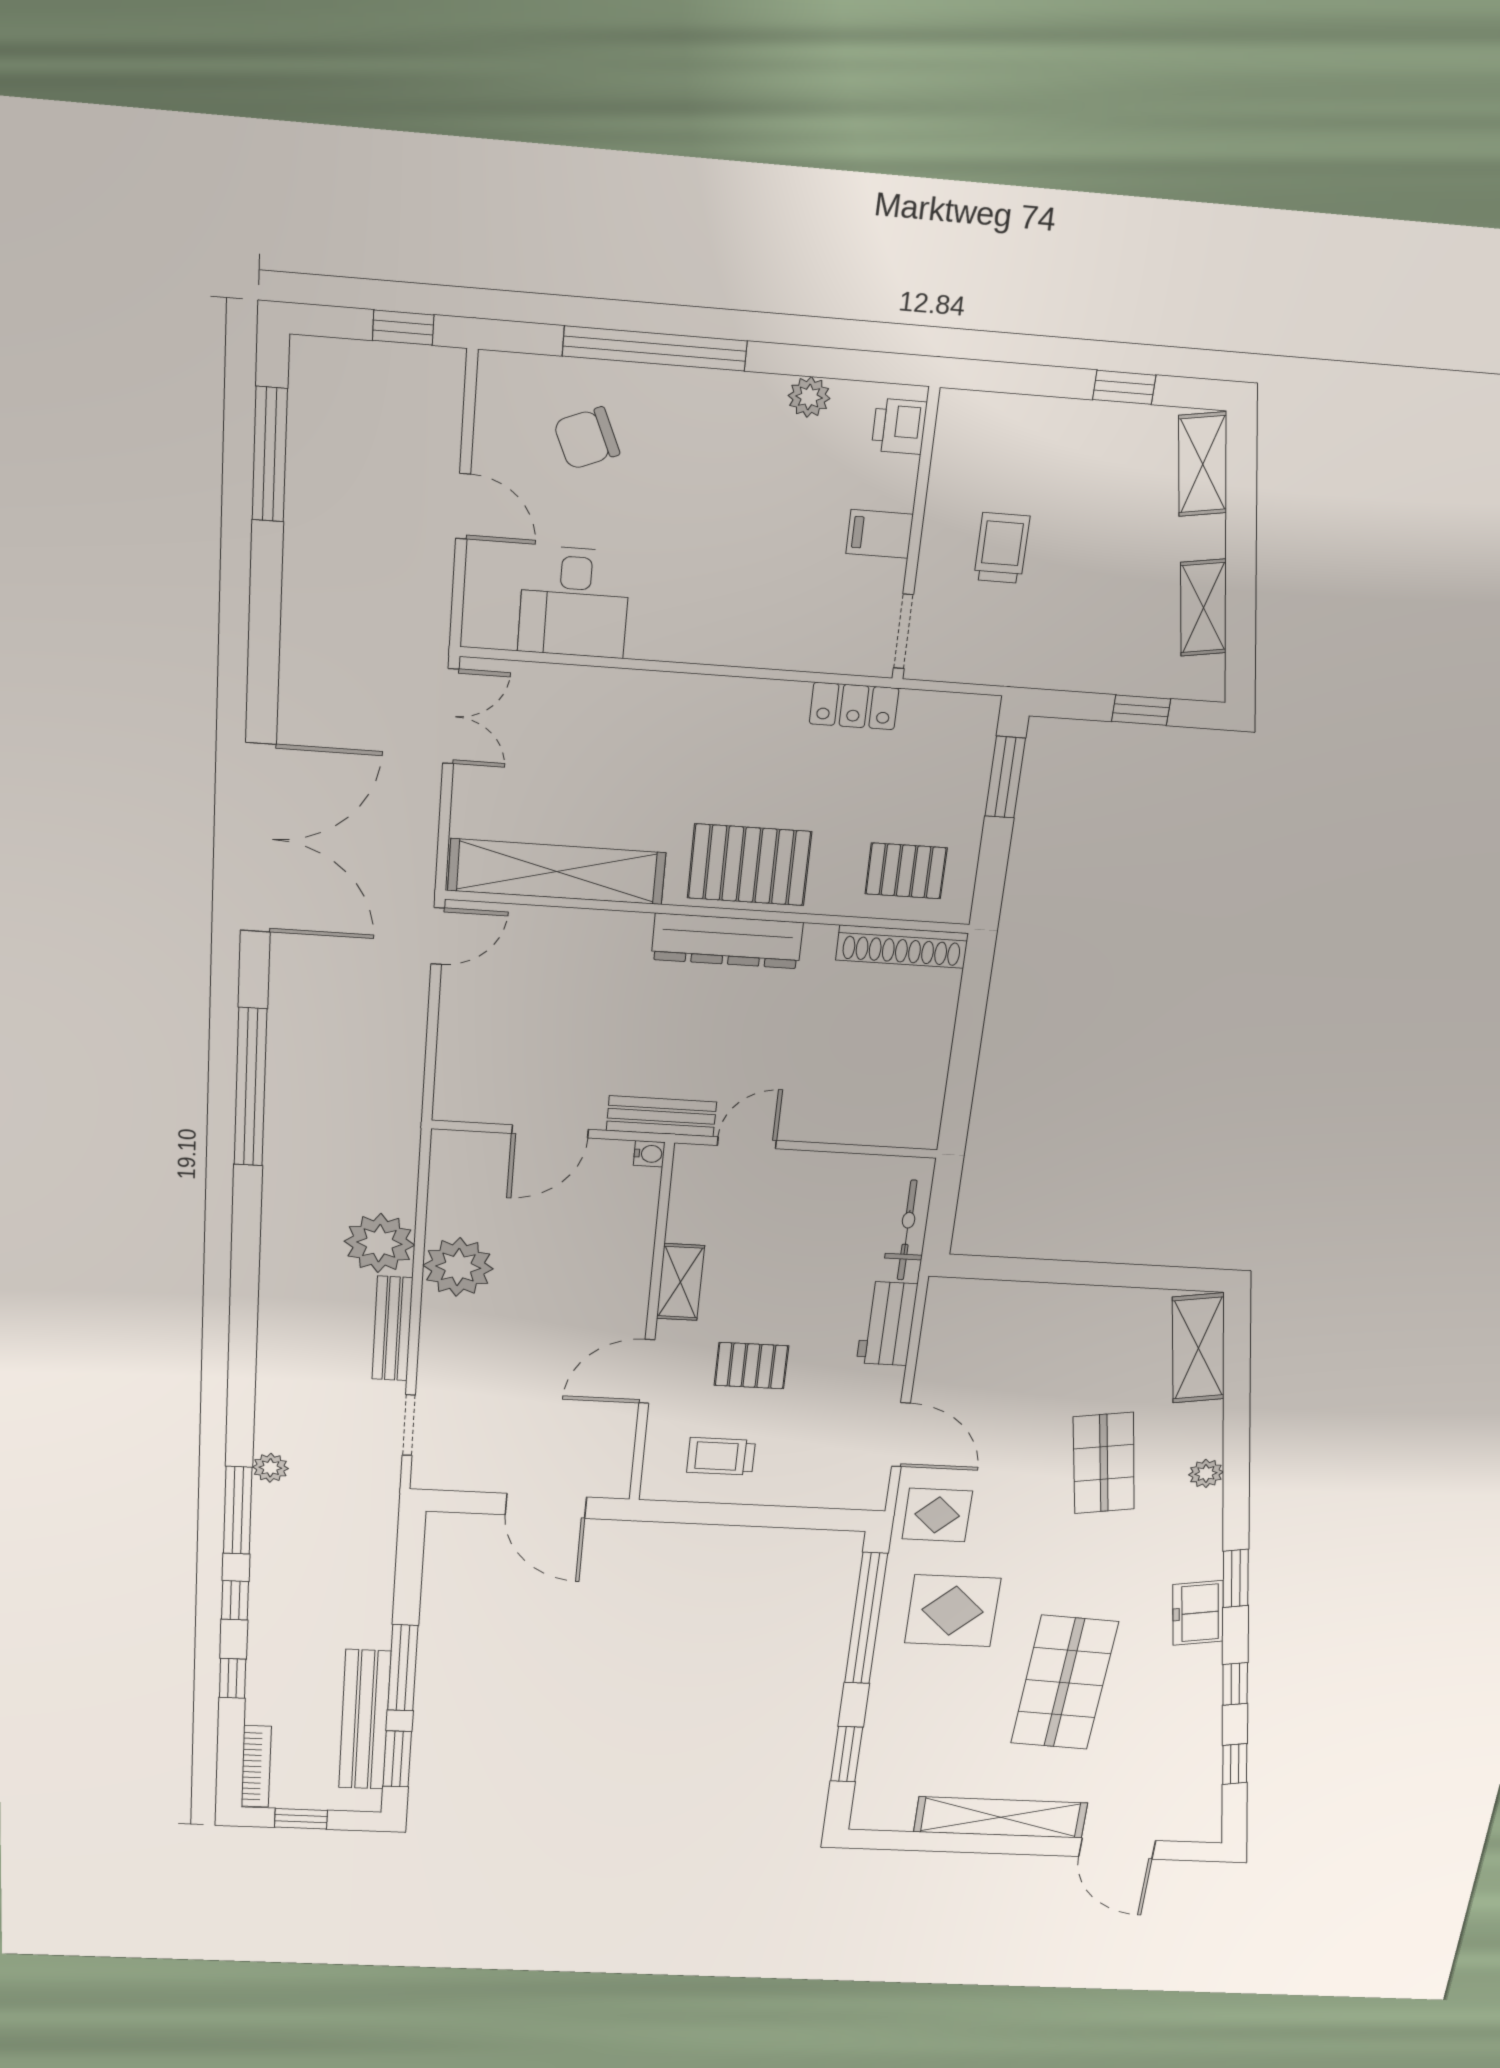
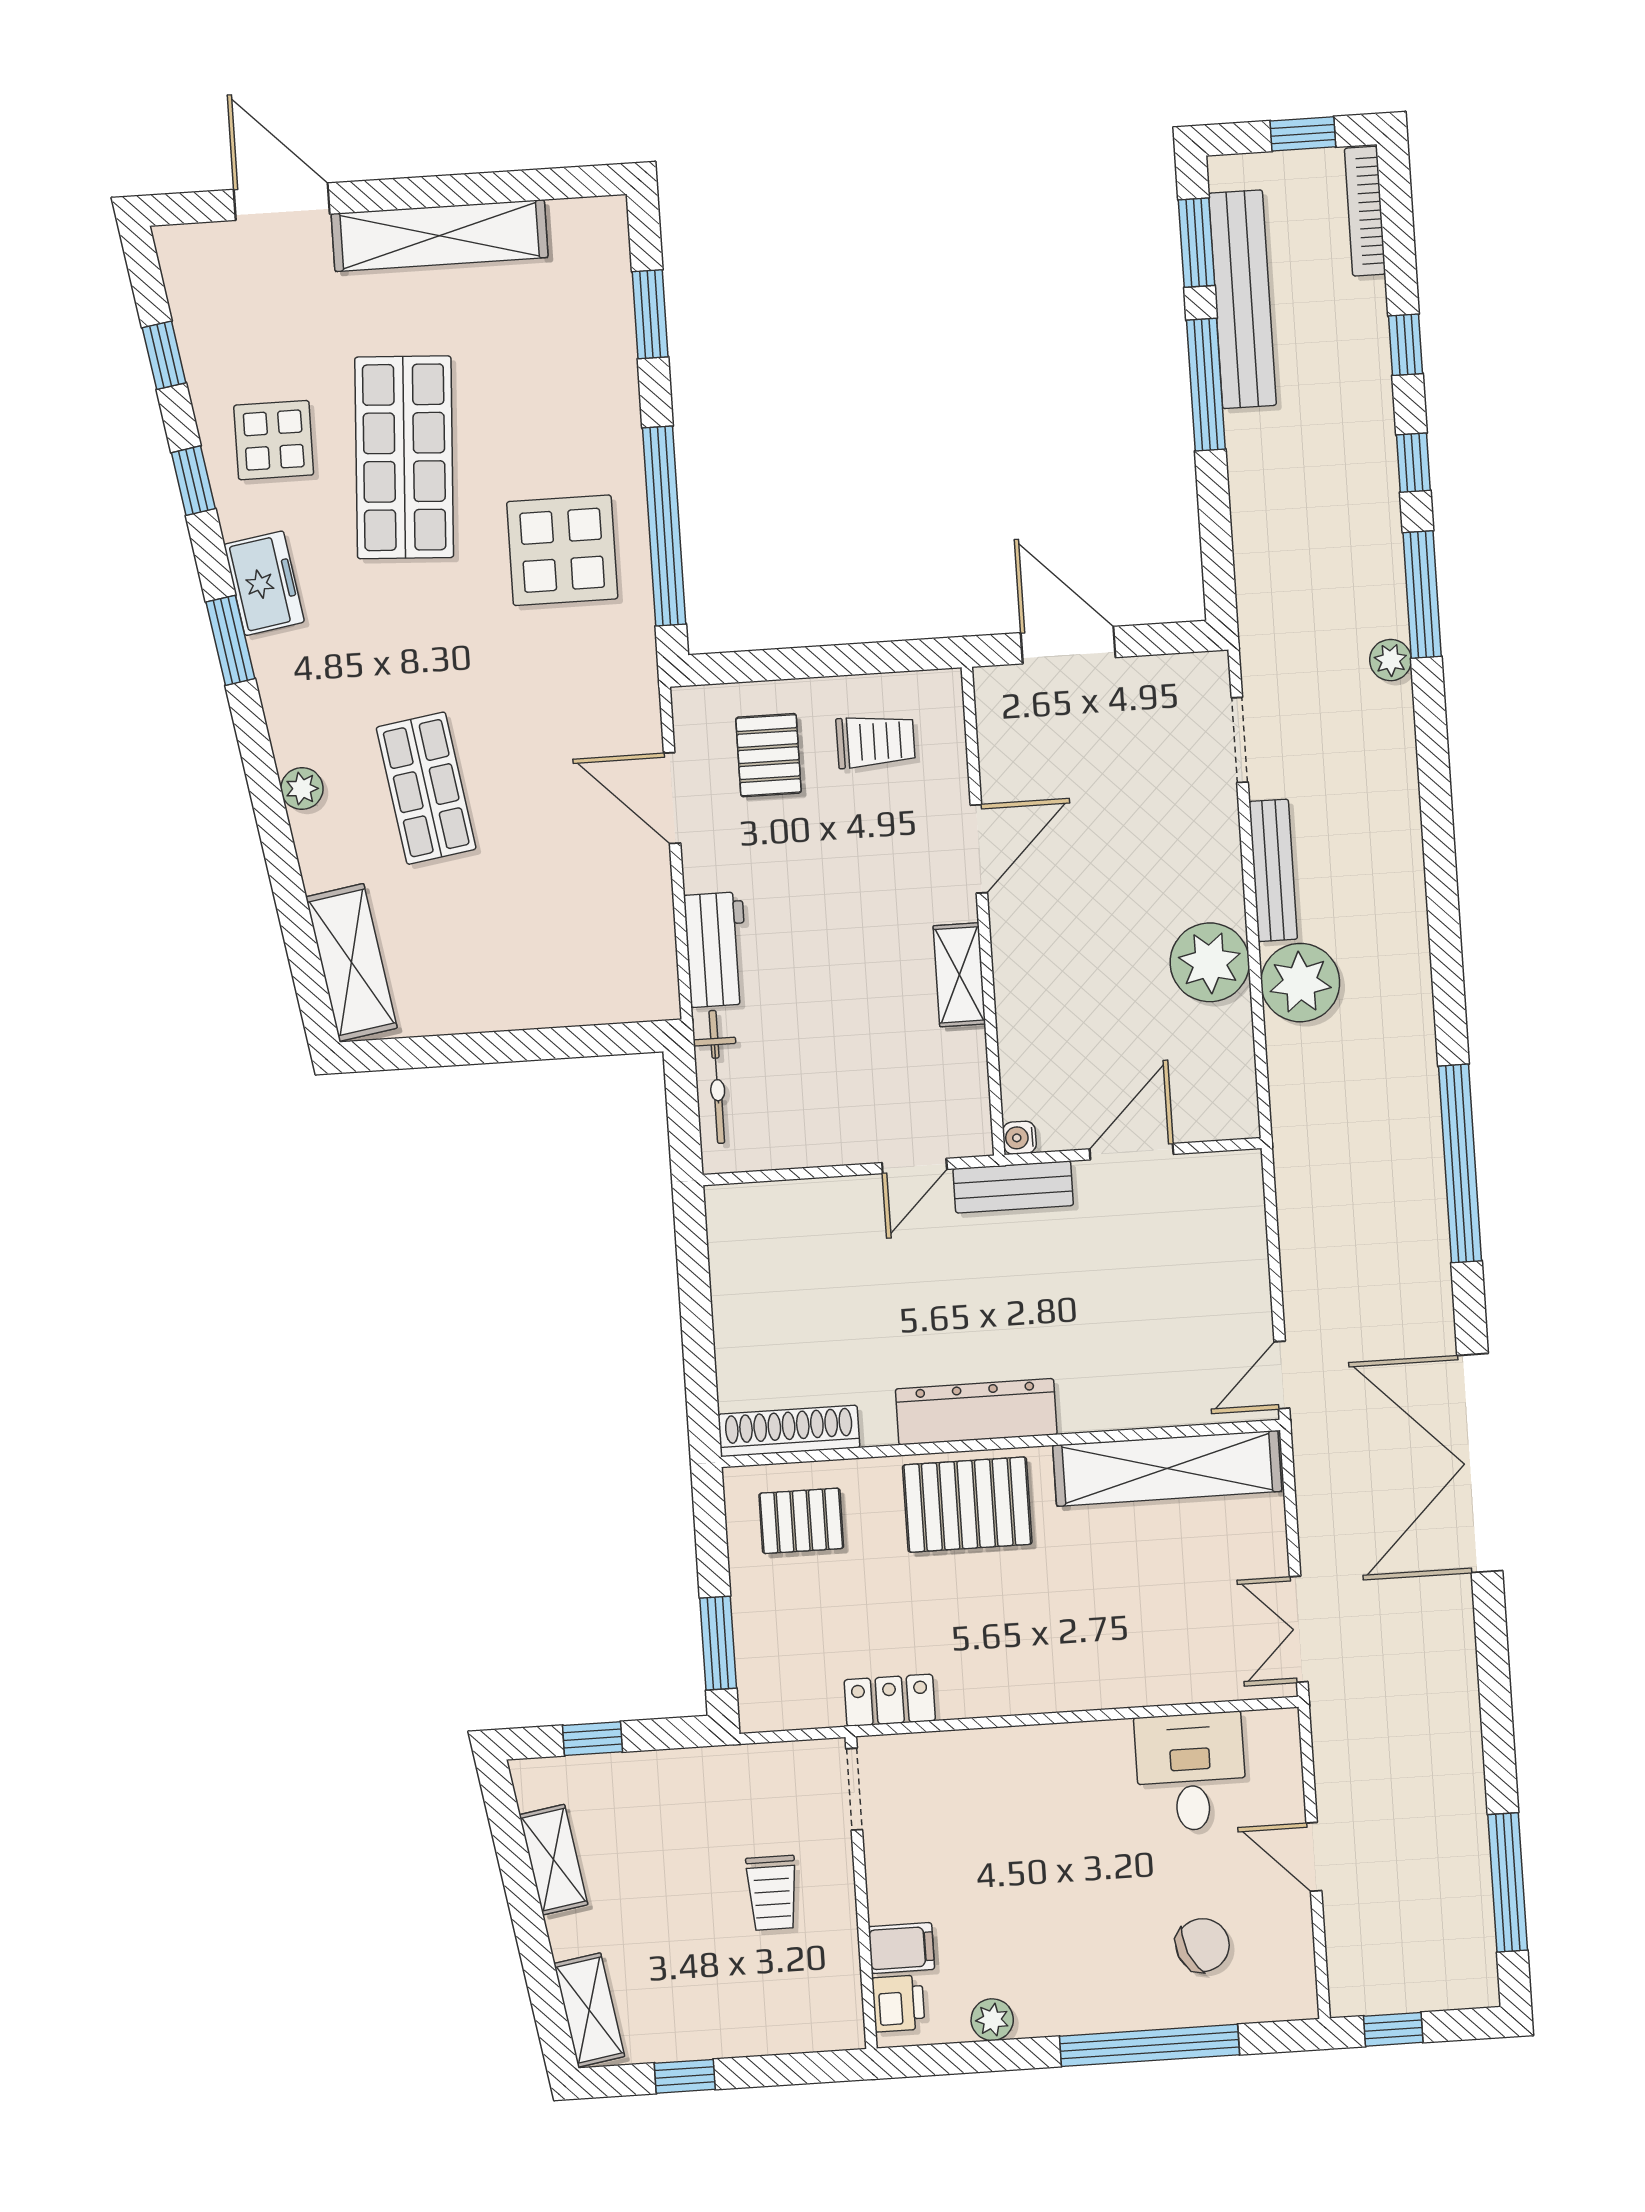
filing cabinet: (879, 534) -> (901, 1948), moved
pallet: (751, 1366) -> (768, 755), moved, turned 90
display table: (937, 1515) -> (274, 440), moved

